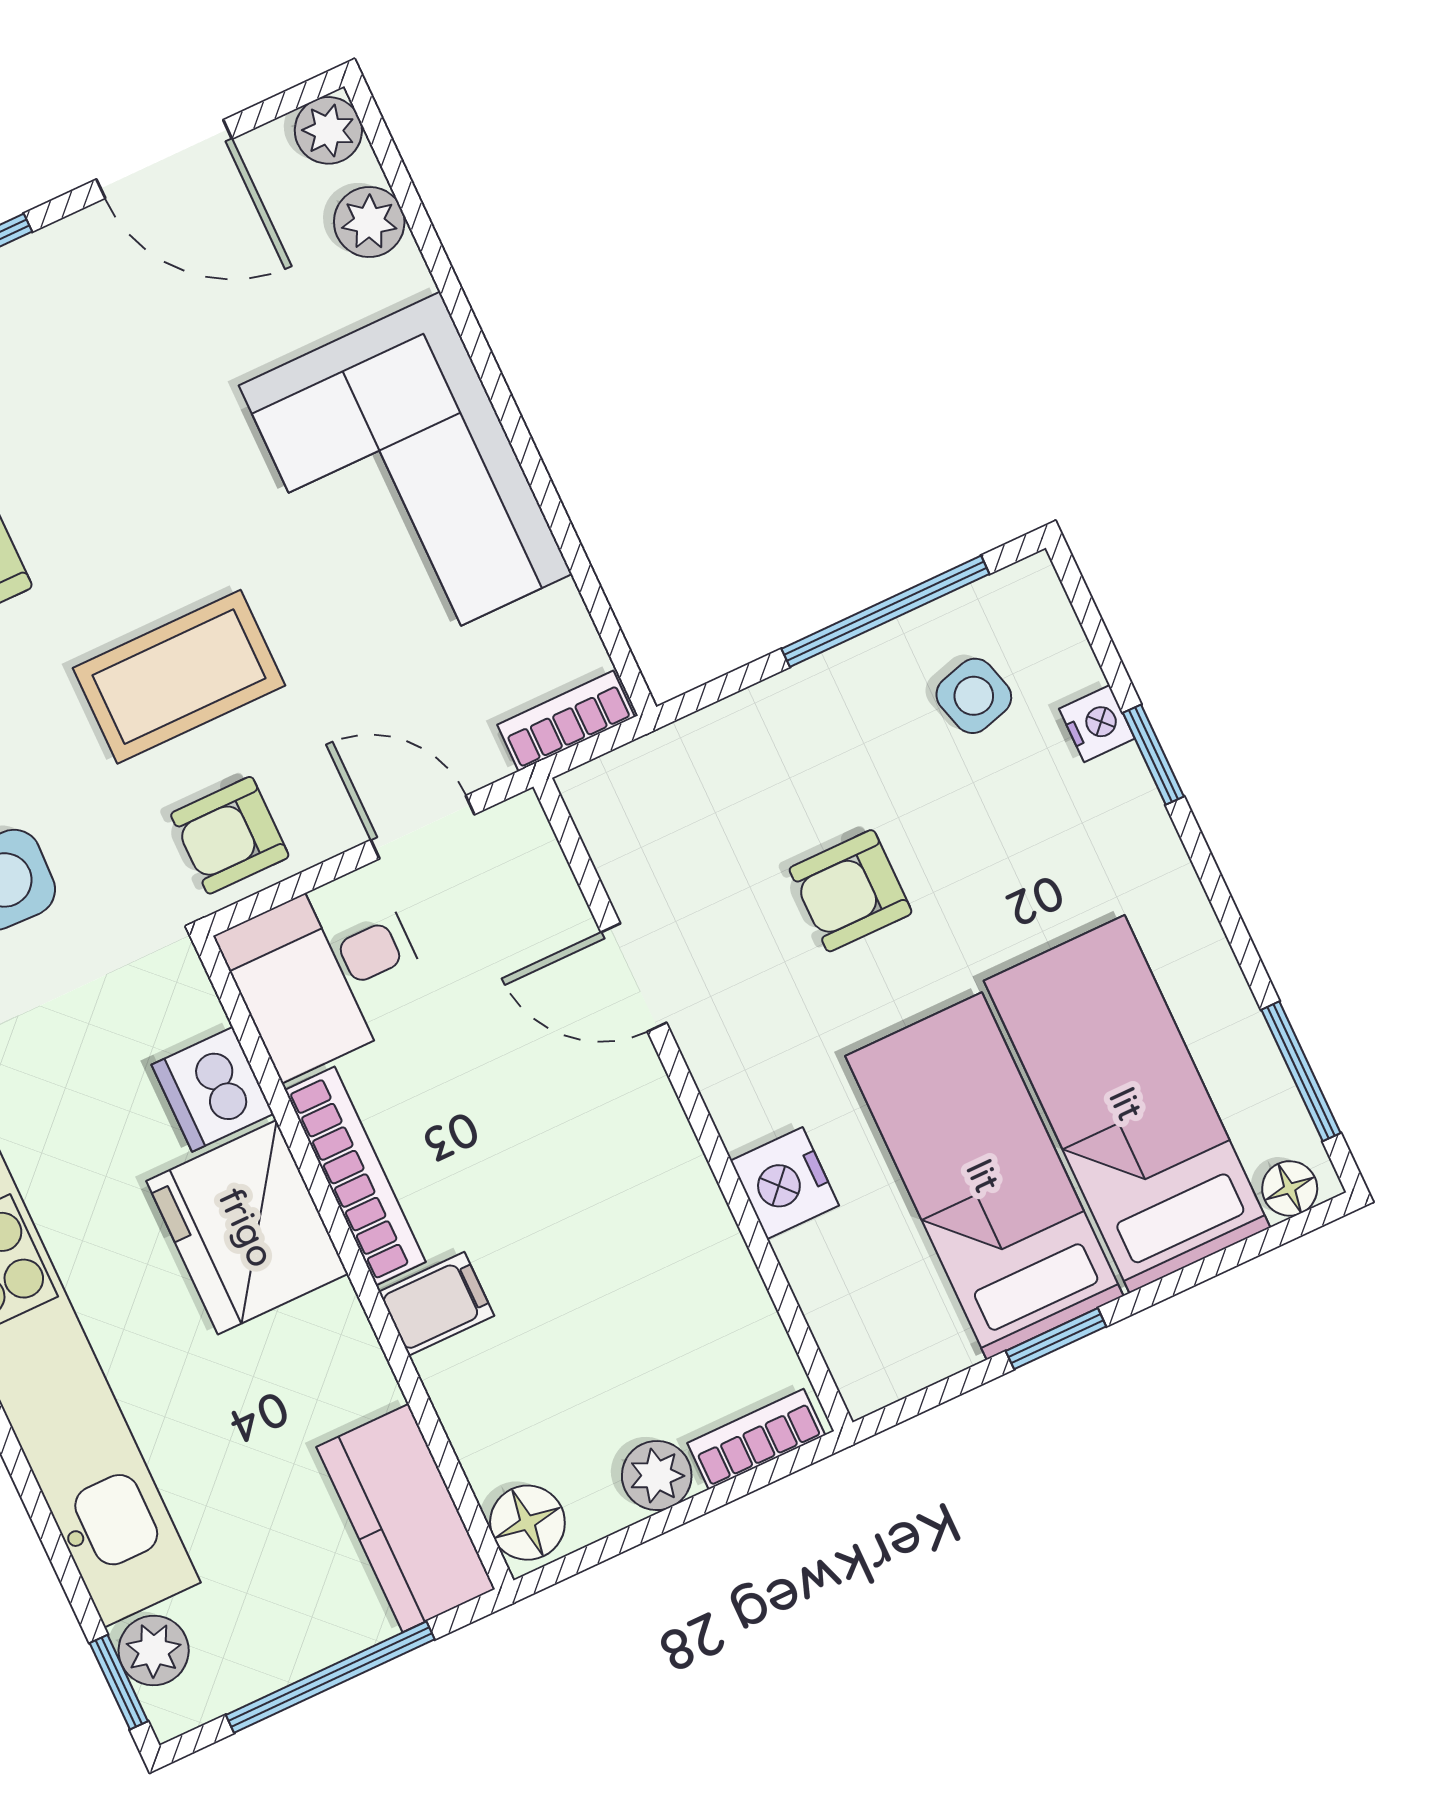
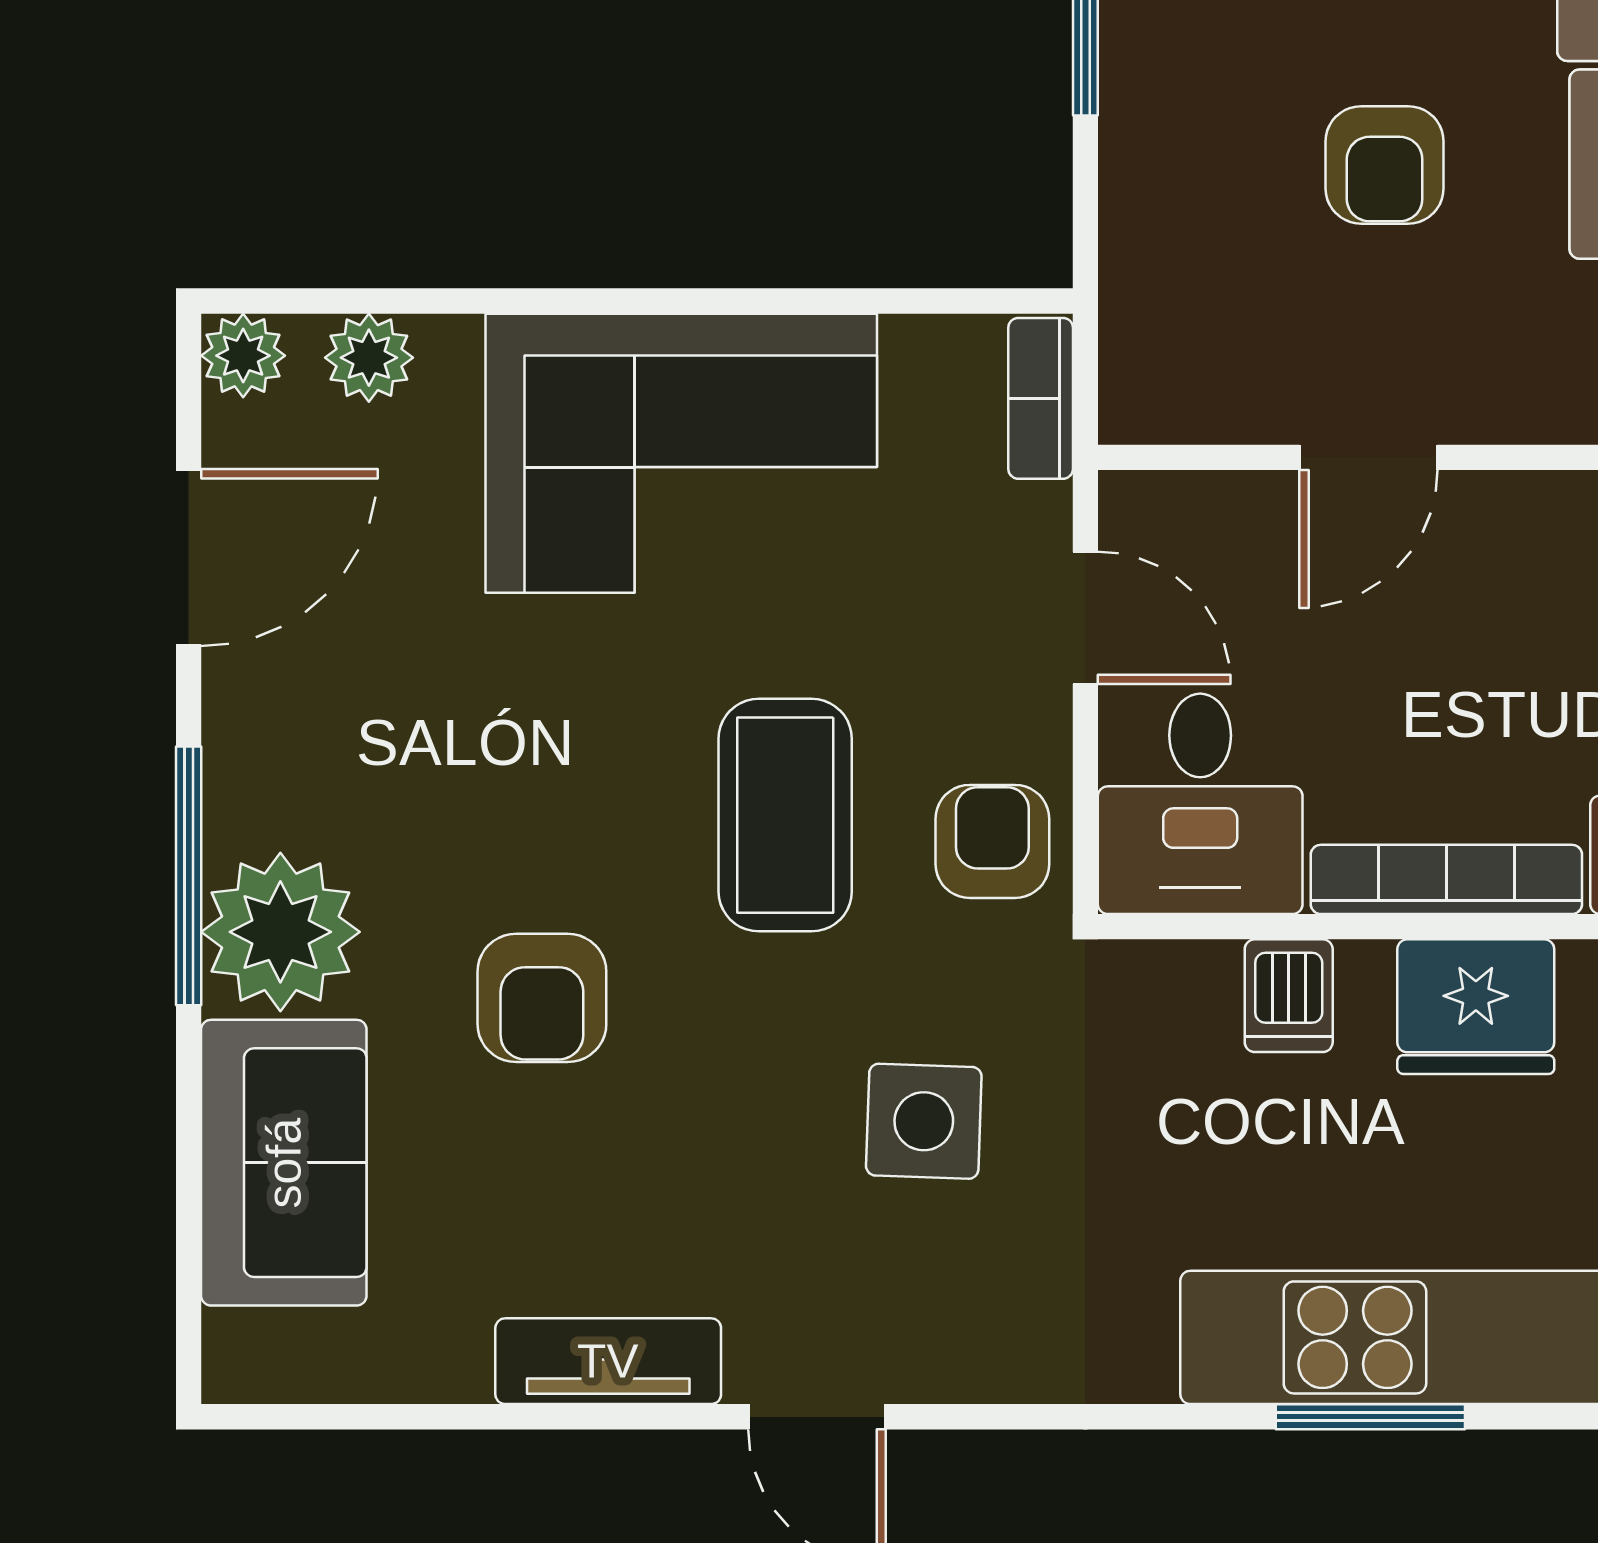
door: (423, 827) -> (1085, 618), swing flipped
armchair: (230, 835) -> (992, 841), turned 180
dishwasher: (213, 1089) -> (1289, 996), width x0.73
fridge: (247, 1227) -> (1476, 1007), width x0.73, depth x0.75

